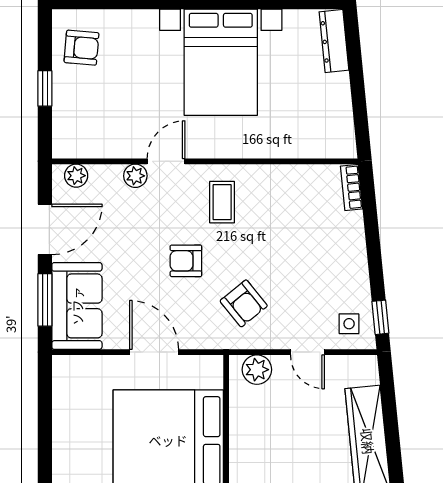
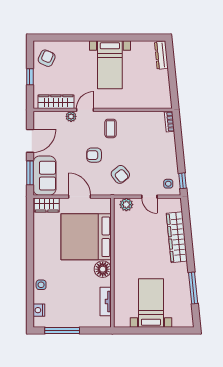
armchair: (81, 48) -> (47, 58), turned -71
bed with nightstands: (221, 62) -> (110, 65), width x0.73
wardrobe: (102, 143) -> (56, 102), added
plant: (76, 176) -> (44, 116), removed
wardrobe: (82, 371) -> (47, 205), added

